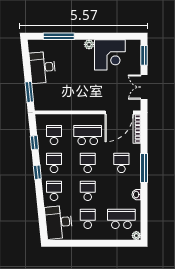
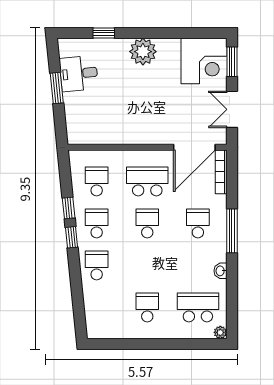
window: (59, 36) -> (104, 33), width x0.46
plant: (89, 44) -> (143, 52), width x1.87, depth x1.87
corner desk: (110, 55) -> (204, 61), moved
desk: (42, 67) -> (79, 73), width x0.73
window: (29, 92) -> (57, 88), moved
window: (34, 143) -> (69, 208), moved
school desk: (88, 191) -> (147, 265), removed
desk: (59, 222) -> (104, 312), removed

